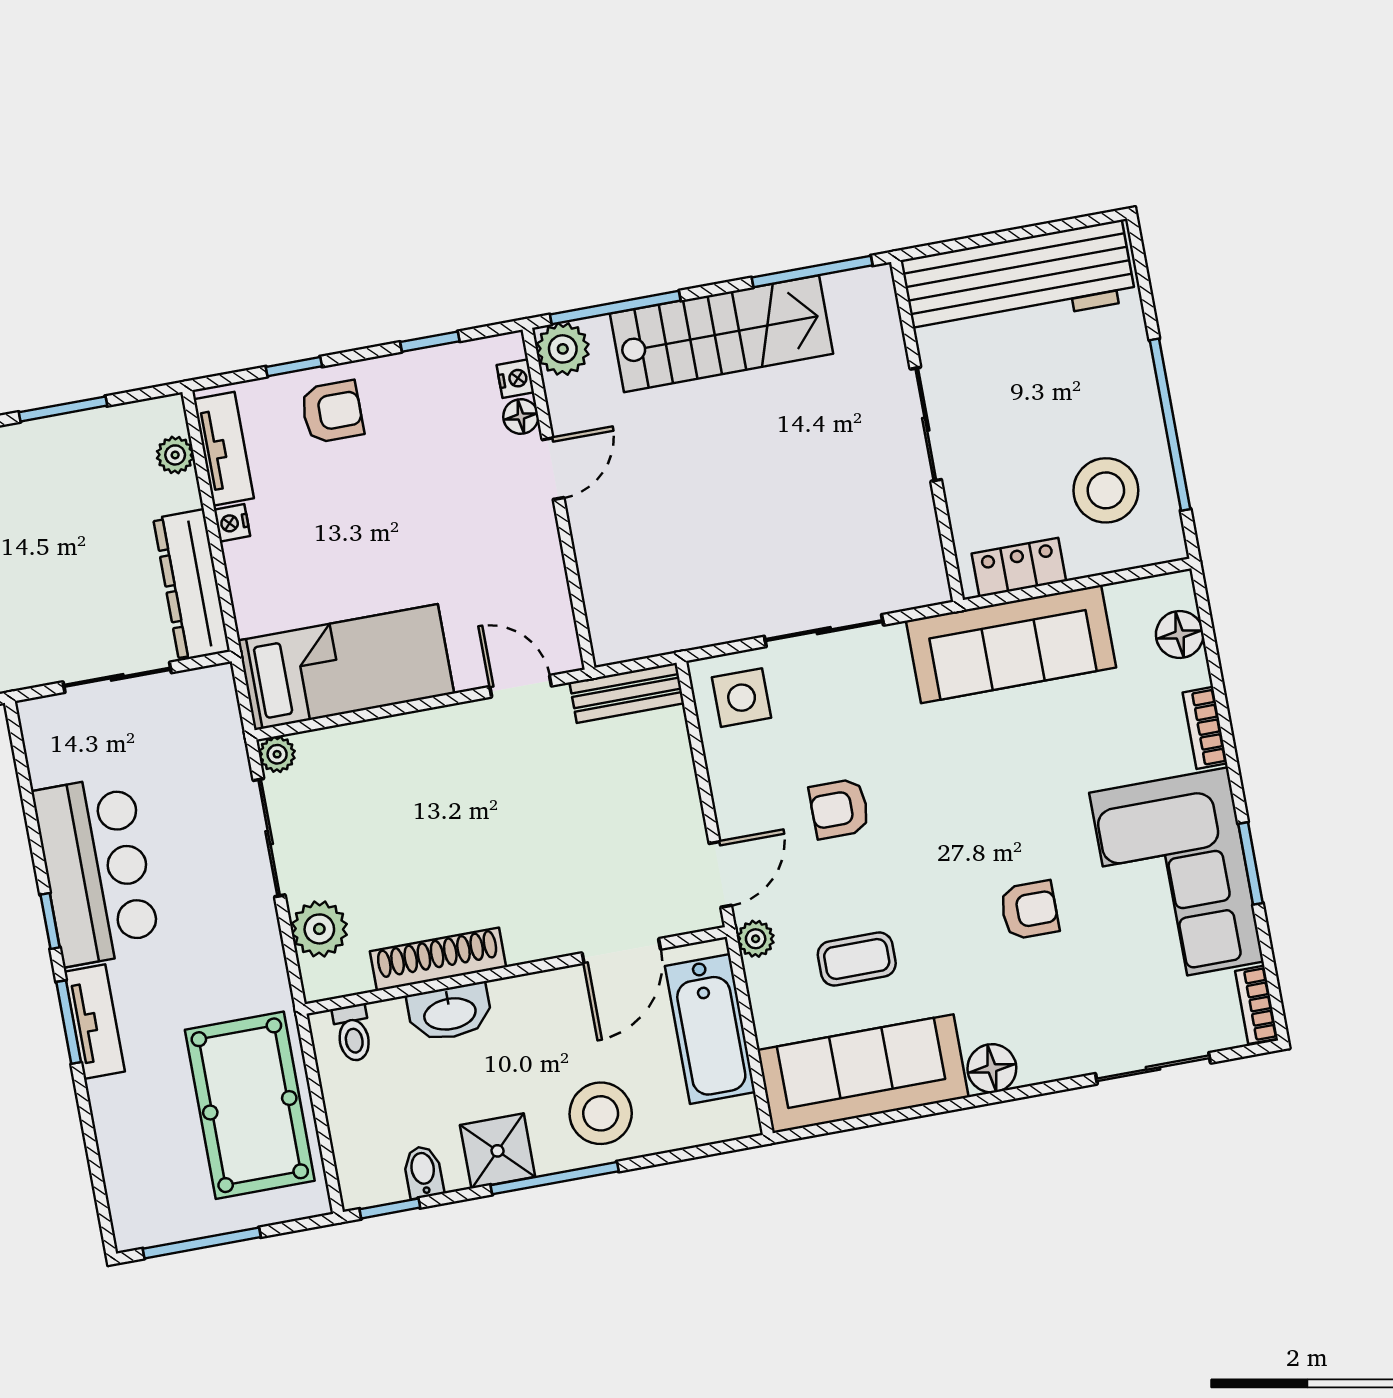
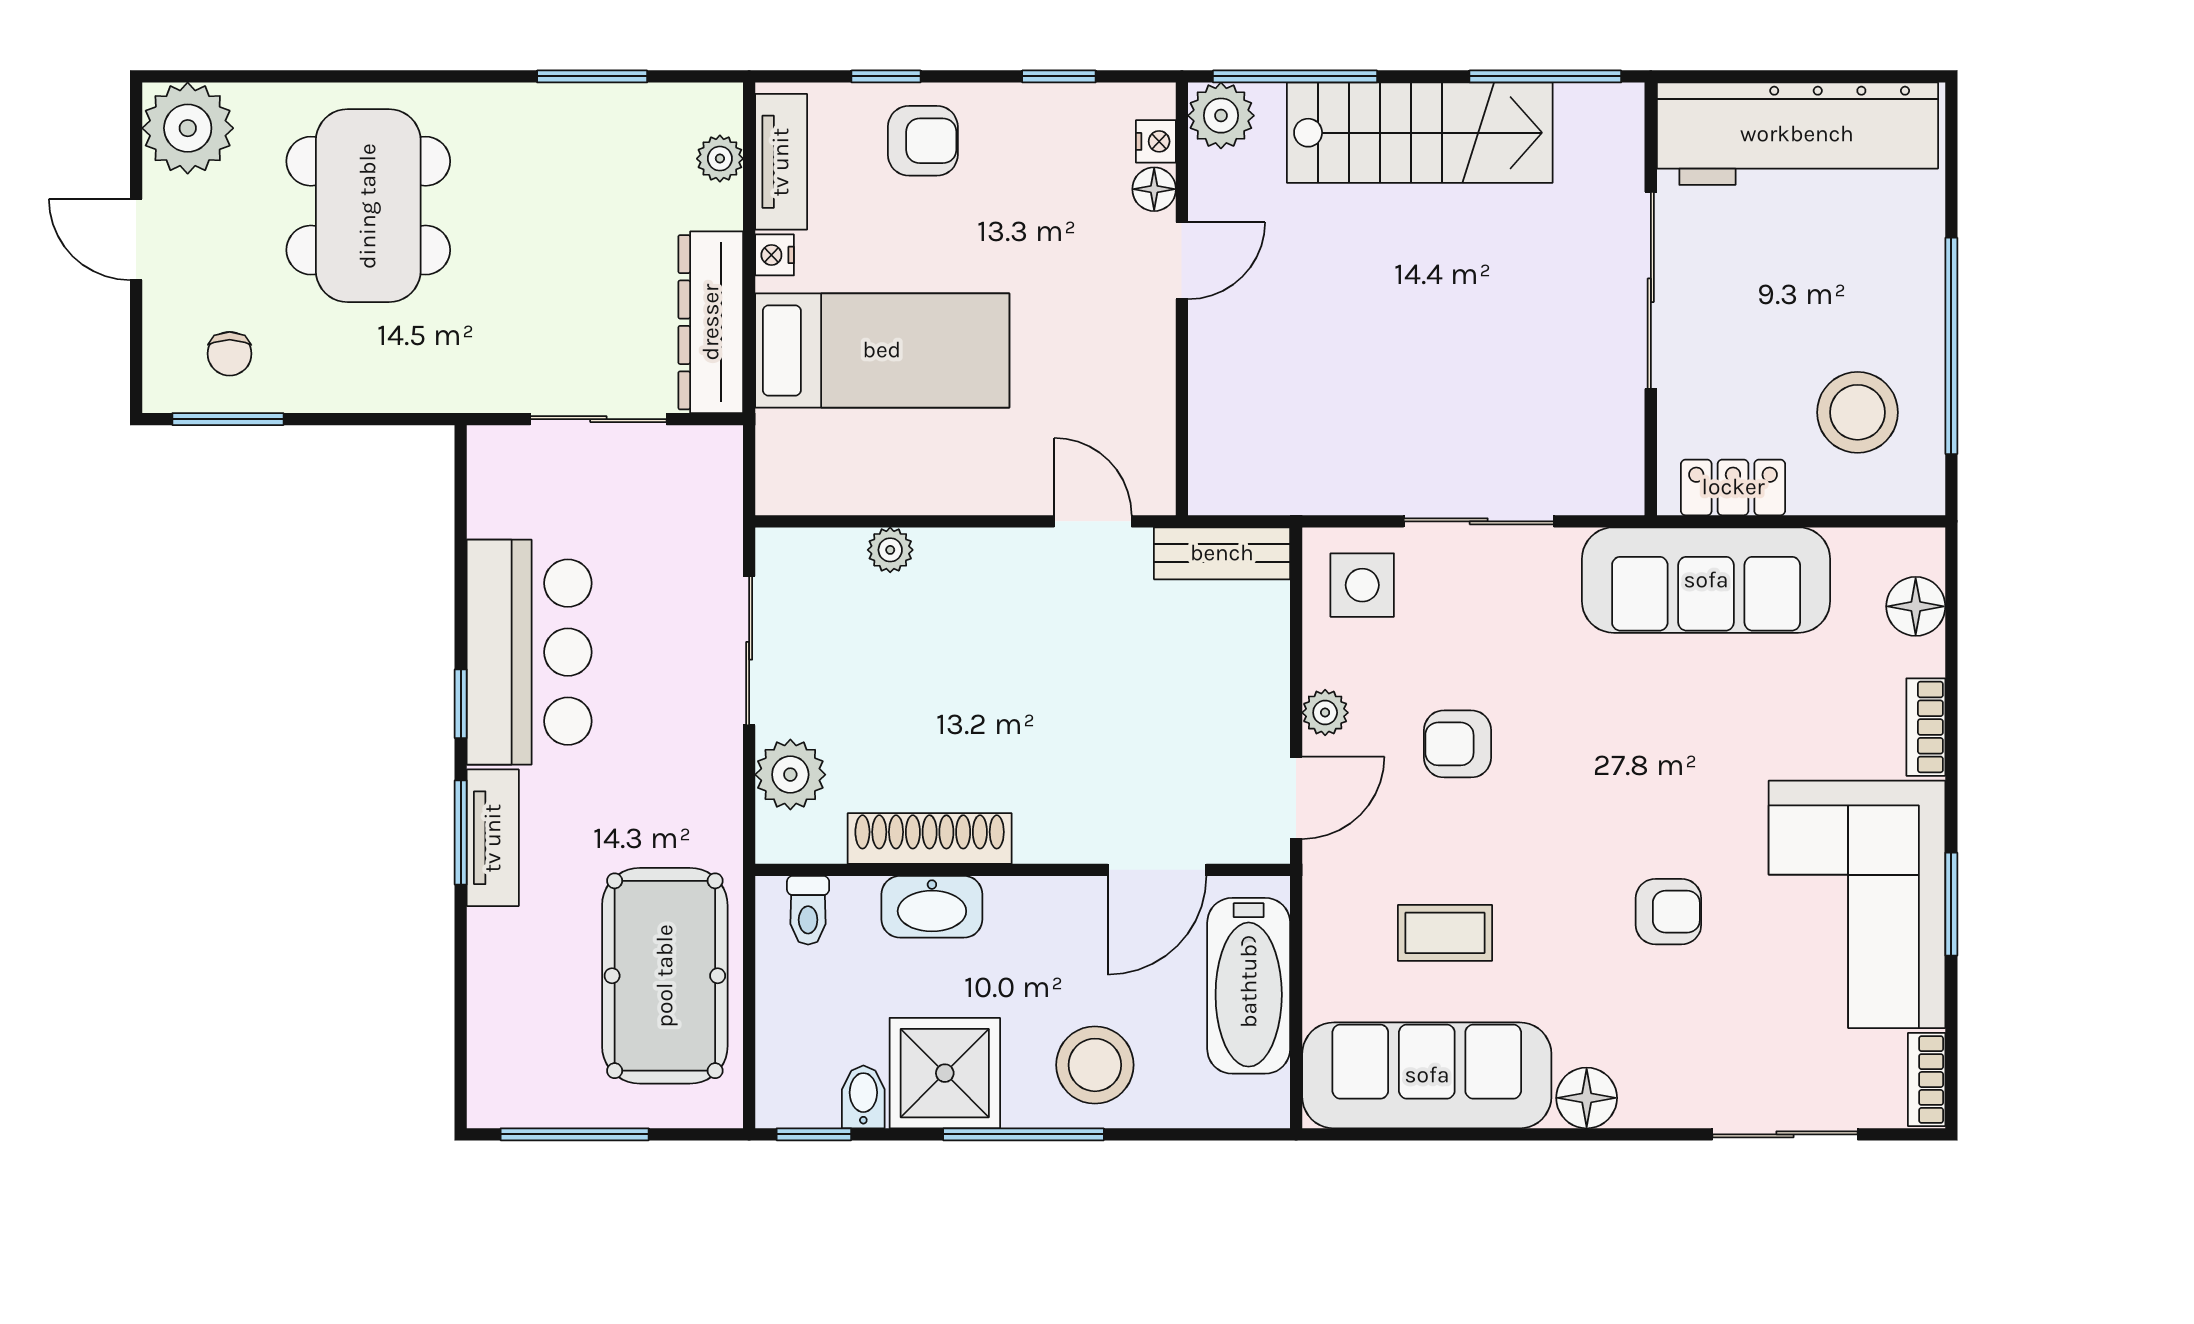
sliding door: (926, 424) -> (1651, 290), width x1.37
bed: (346, 667) -> (882, 350), moved
plant: (277, 754) -> (890, 550), moved
plant: (756, 939) -> (1325, 713), moved
shower: (498, 1151) -> (945, 1073), width x1.36, depth x1.36

